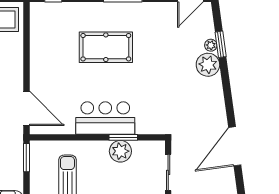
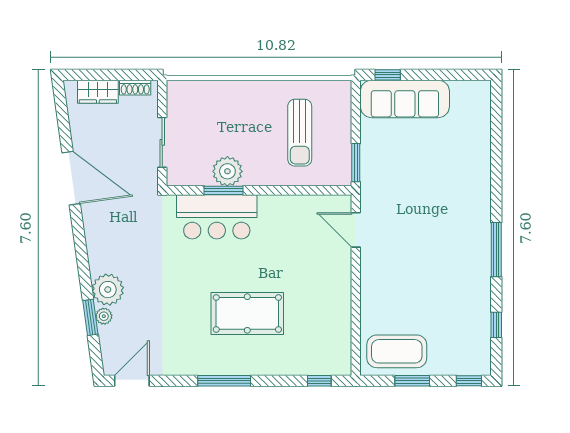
door: (26, 108) -> (356, 230), width x0.73
bar counter: (105, 118) -> (217, 217), moved
door: (235, 146) -> (71, 178), hinge flipped

